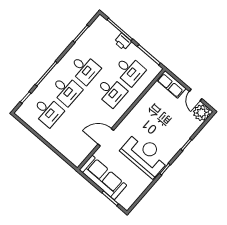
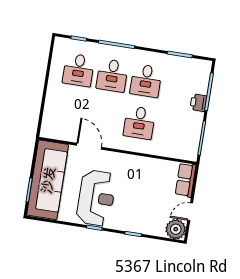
desk: (129, 70) -> (173, 128), removed
sofa: (103, 177) -> (48, 180), width x1.36, depth x1.27

